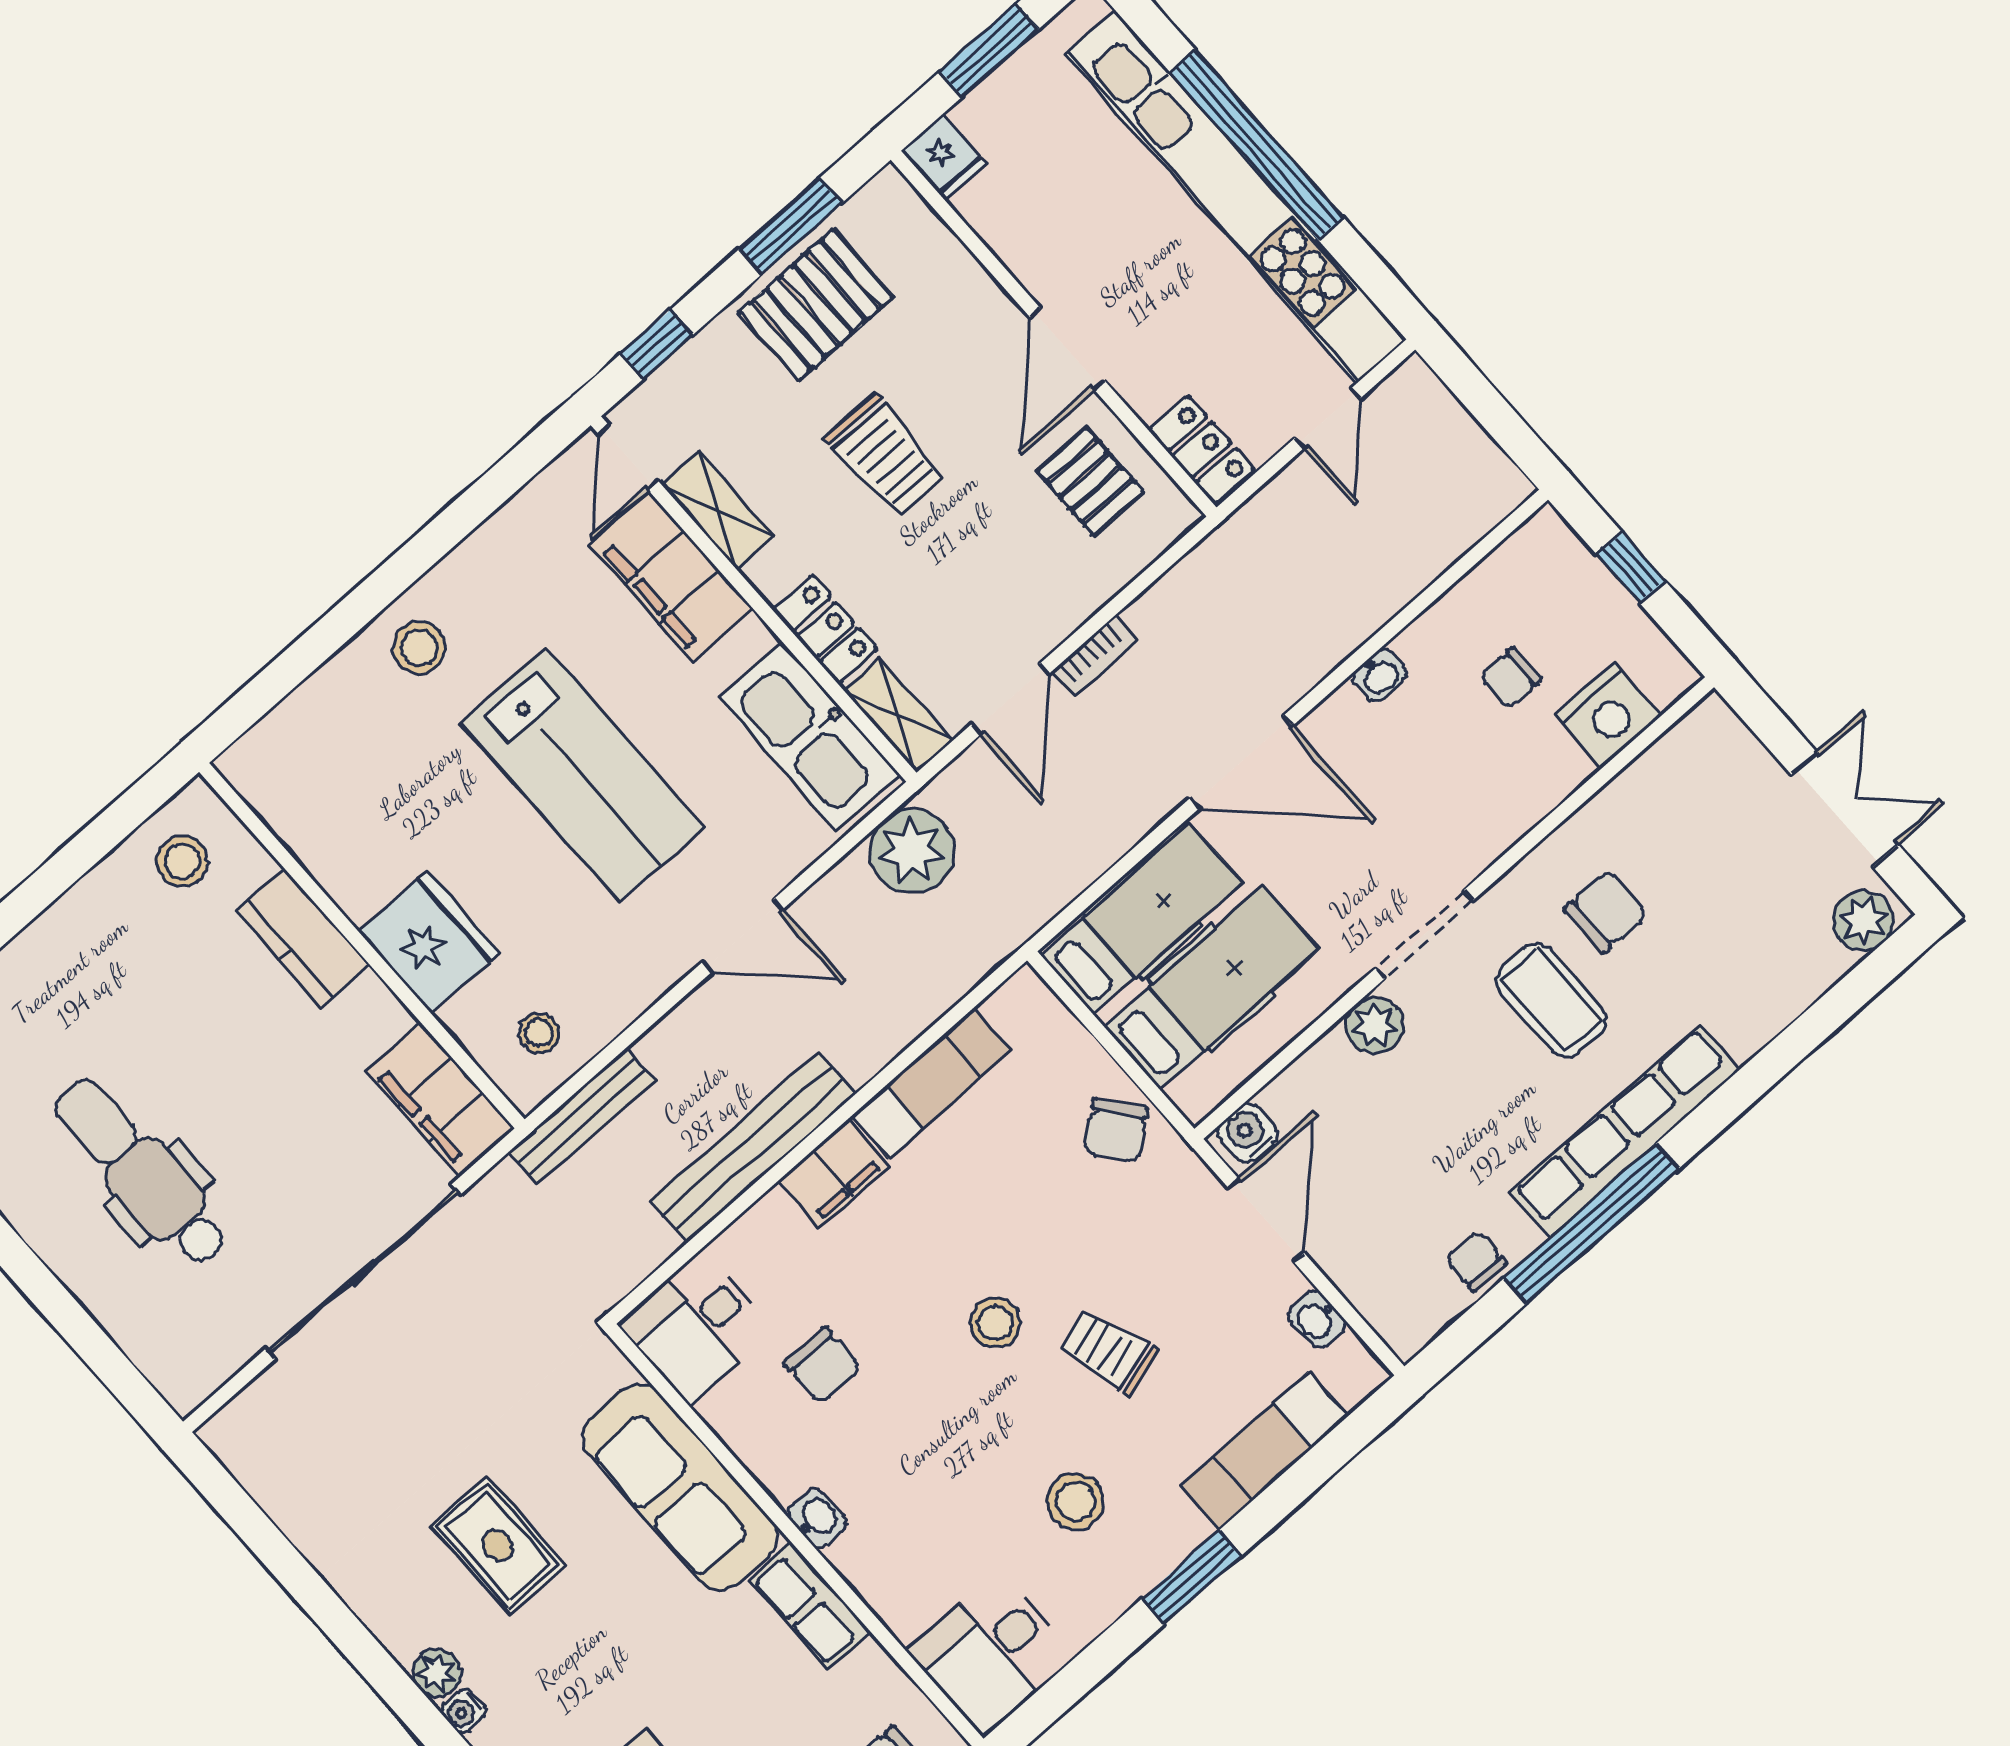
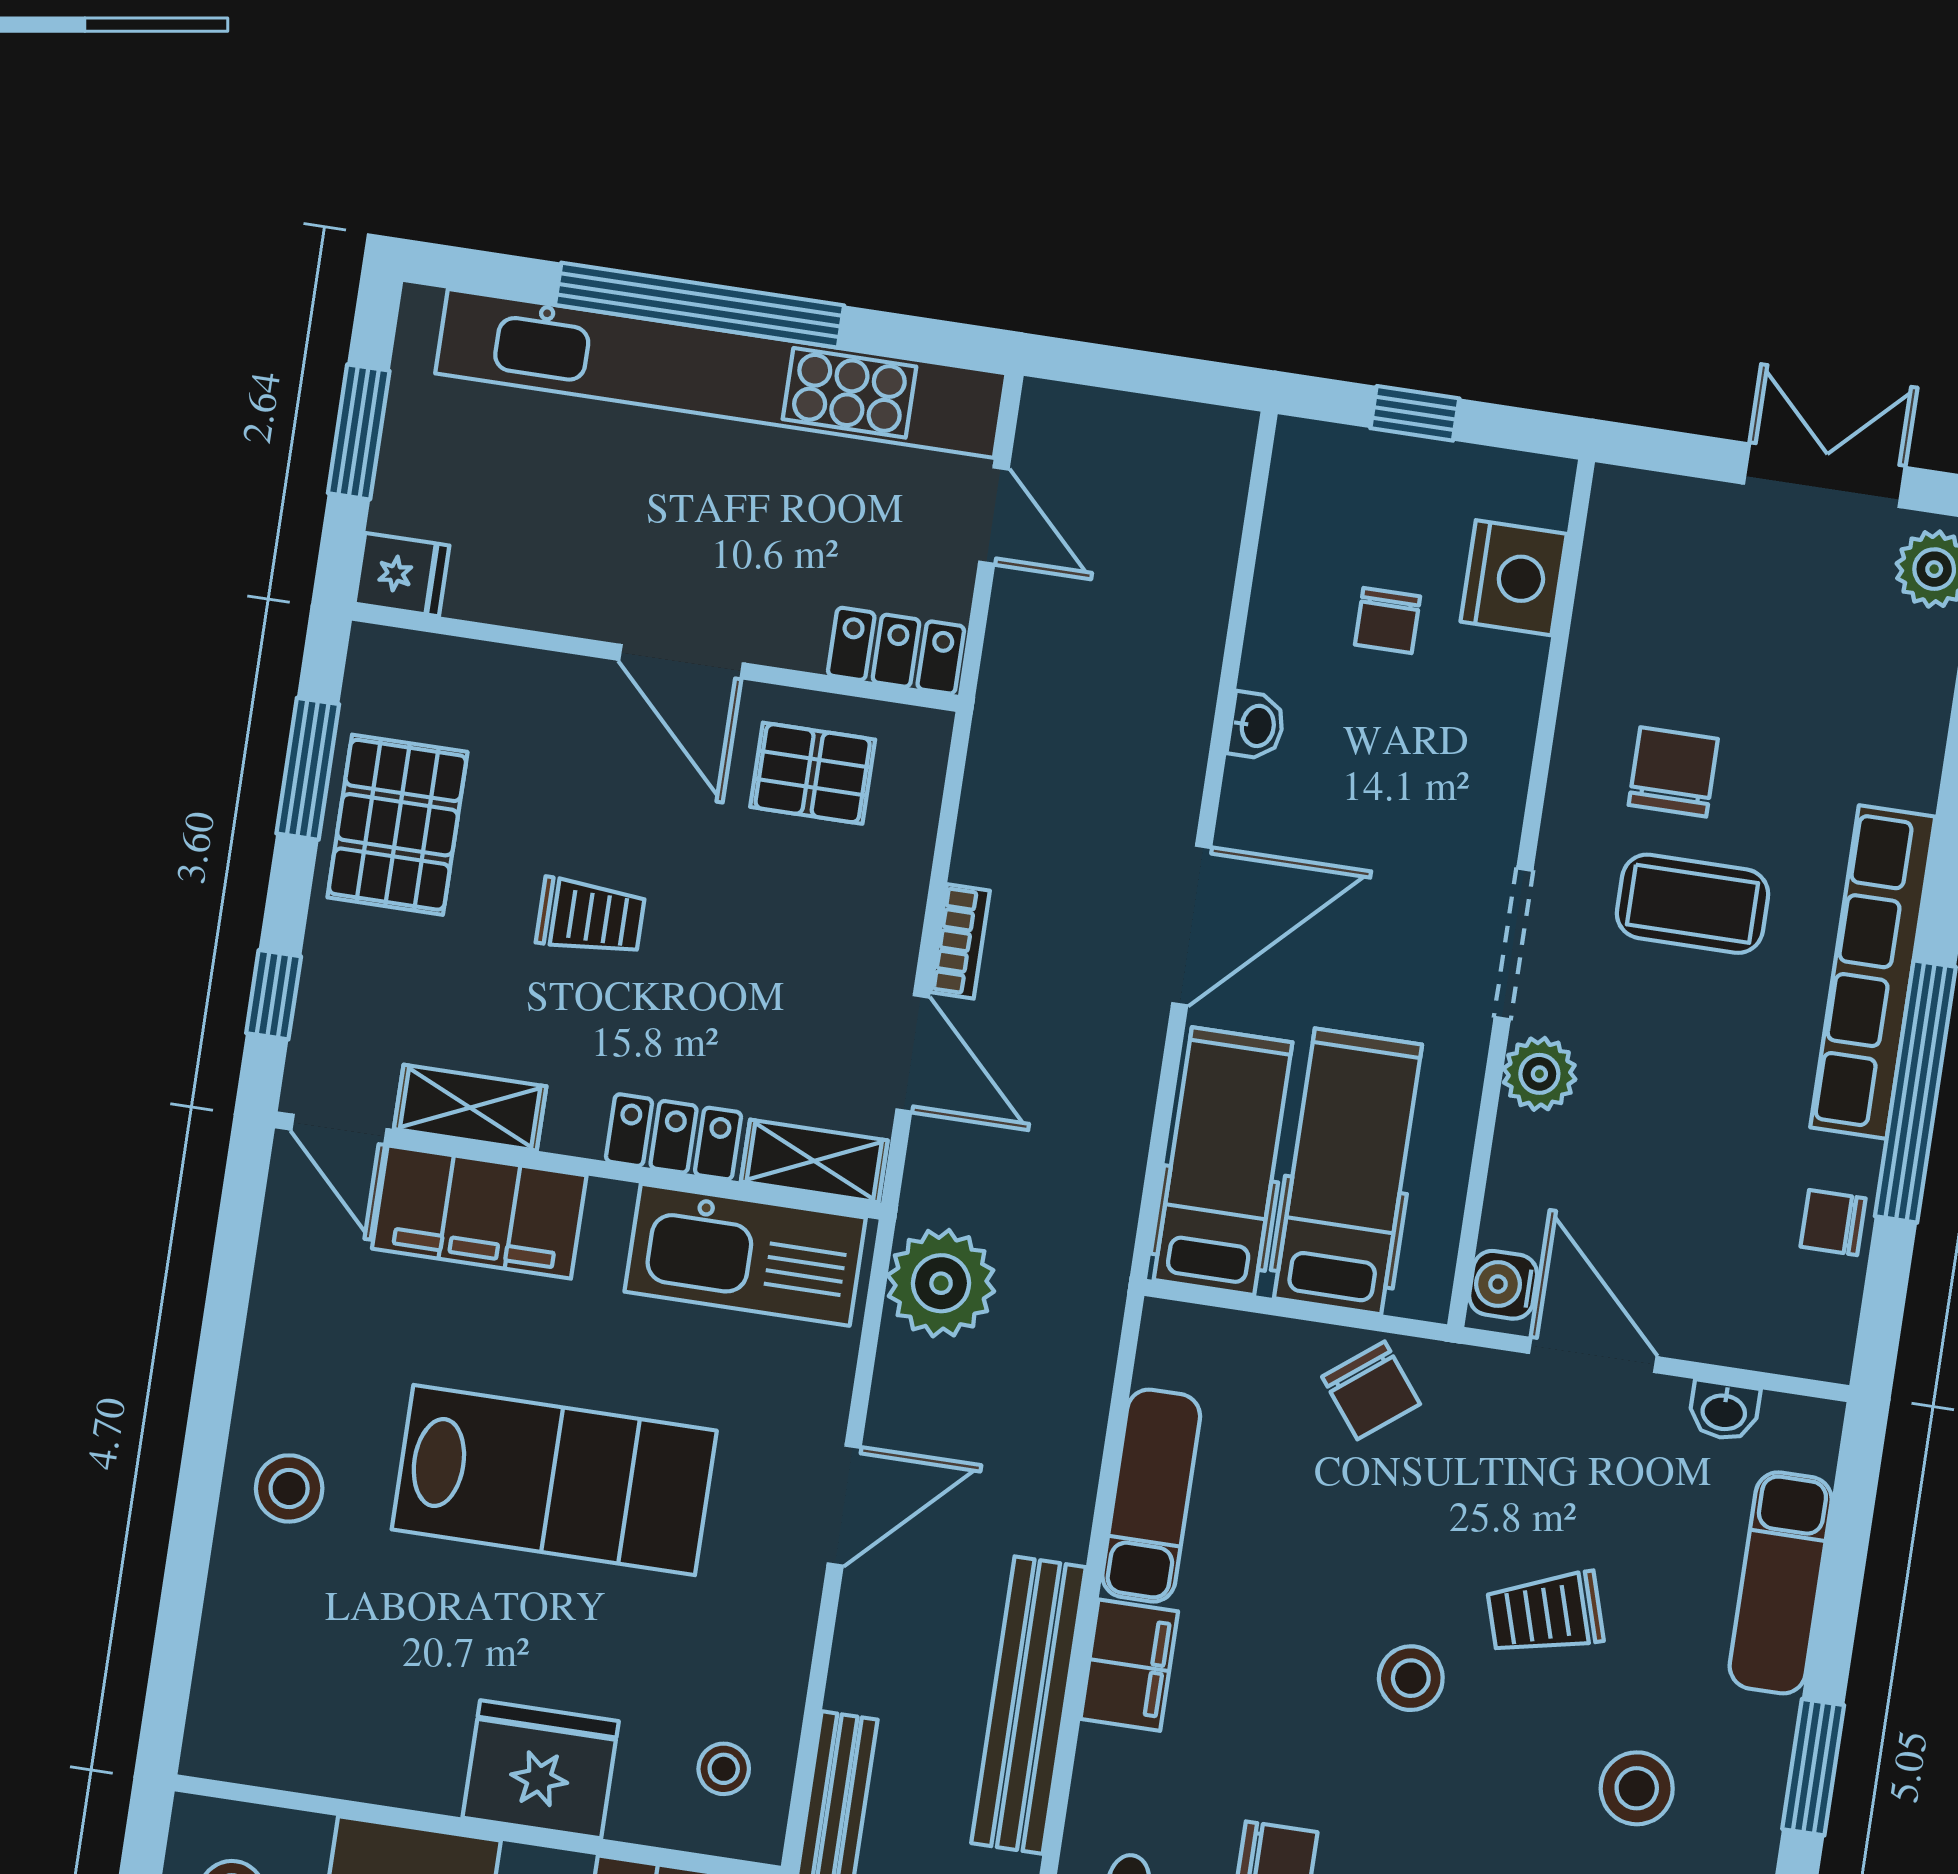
trolley: (886, 457) -> (591, 917), width x0.73, depth x0.72

